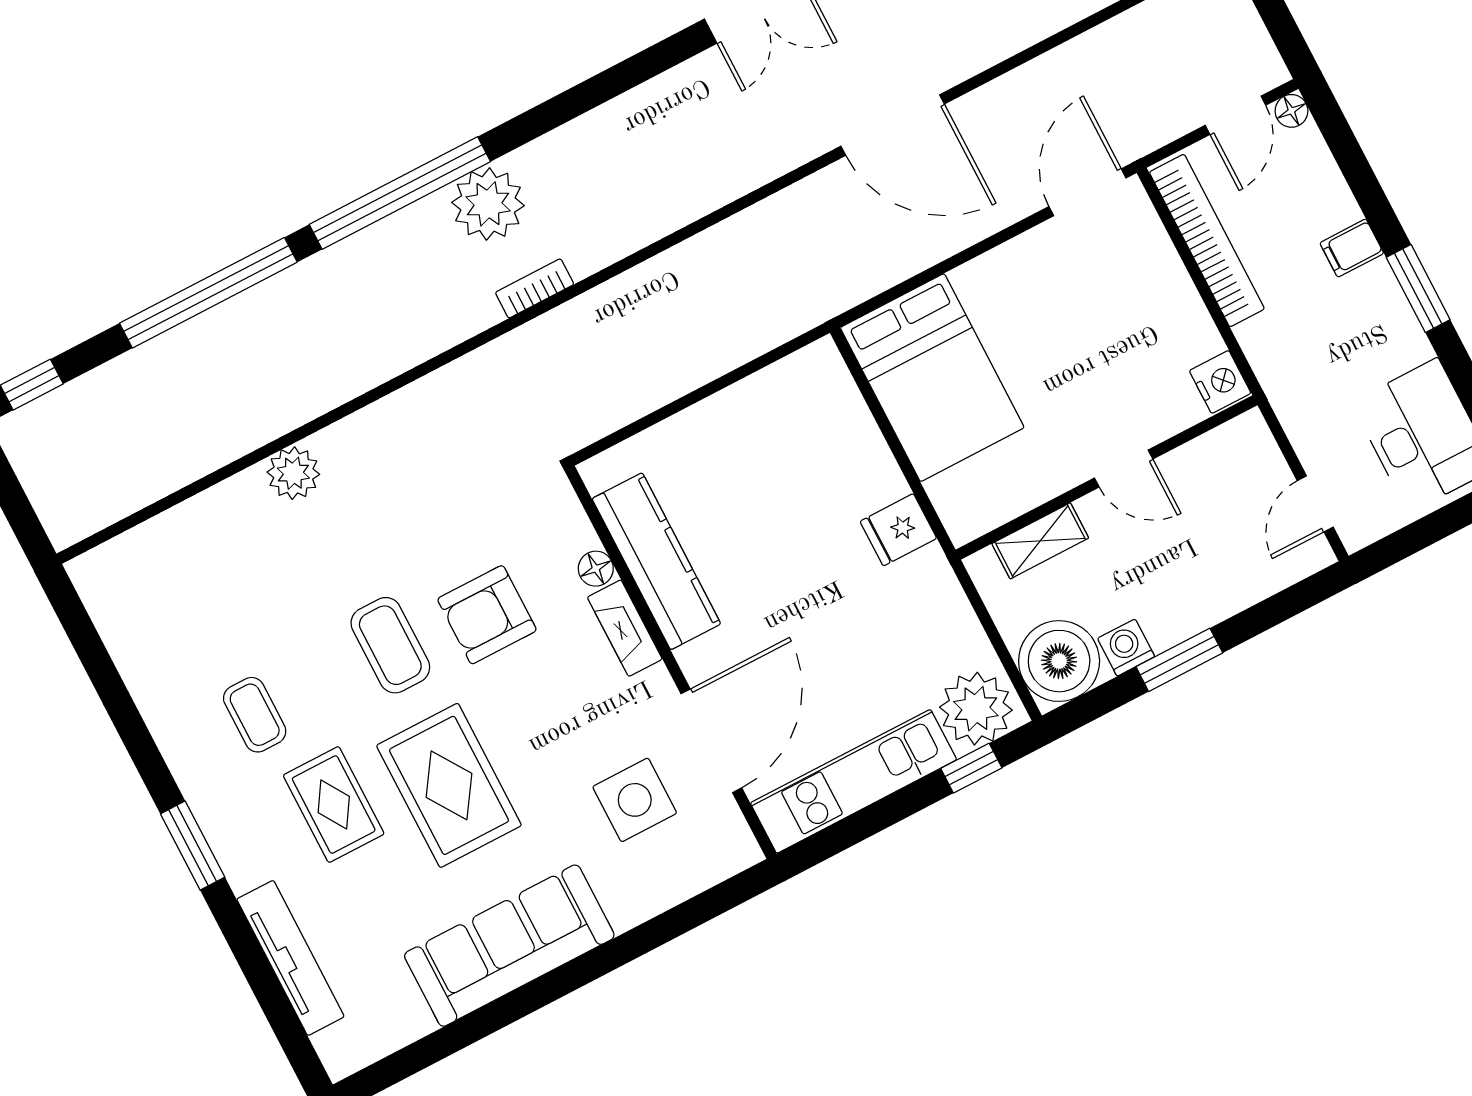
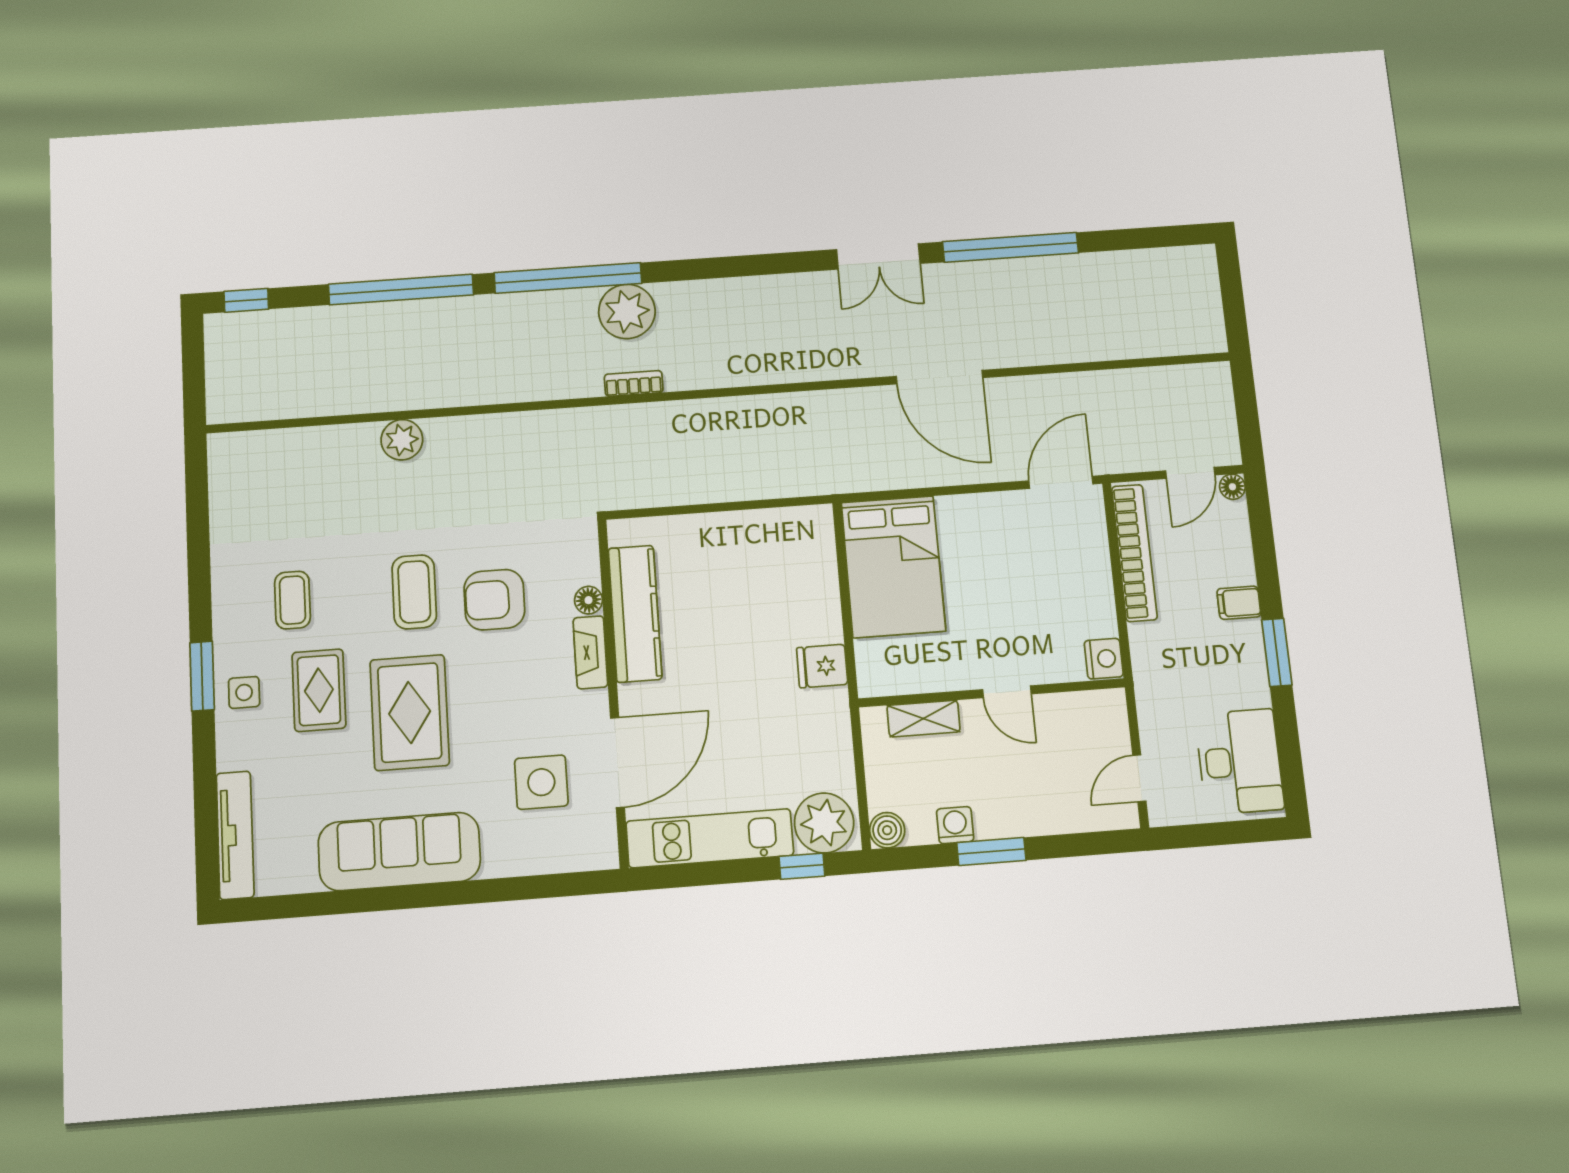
boiler: (1059, 661) -> (887, 830), width x0.54, depth x0.54
side table: (250, 844) -> (244, 692), added
tv unit: (290, 958) -> (235, 835), moved

